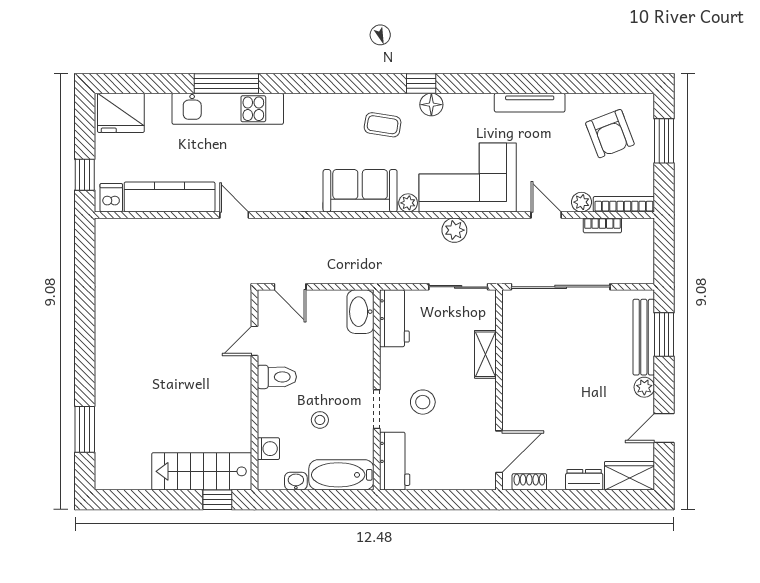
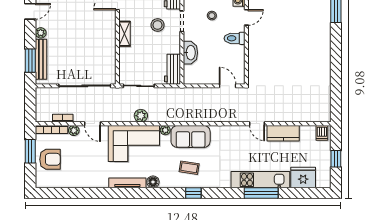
window: (421, 84) -> (193, 193), moved
tv unit: (530, 103) -> (127, 183), moved
fridge: (121, 113) -> (303, 178), moved
coffee table: (383, 125) -> (189, 168), moved
armchair: (610, 134) -> (50, 159), moved, turned 111
window: (664, 141) -> (30, 151), moved
window: (85, 175) -> (336, 159), moved
kitchen counter: (170, 197) -> (283, 133), width x0.67
washbasin: (360, 312) -> (190, 53), moved
door: (254, 341) -> (246, 17), moved
shelving: (485, 354) -> (125, 34), moved

